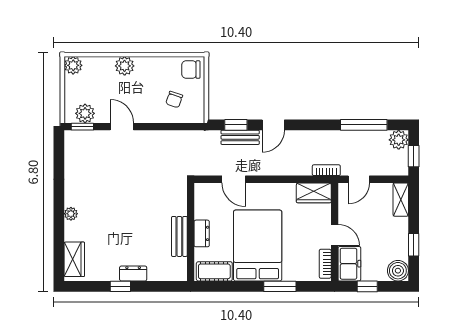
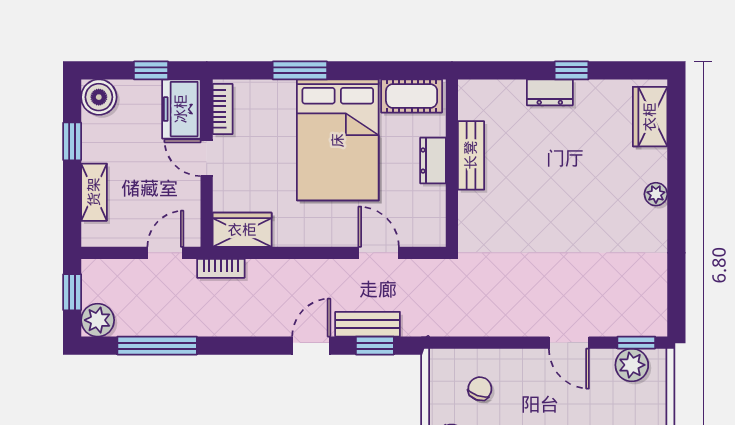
shelving: (401, 200) -> (94, 192), moved

